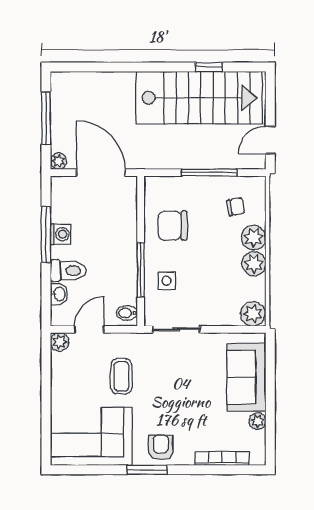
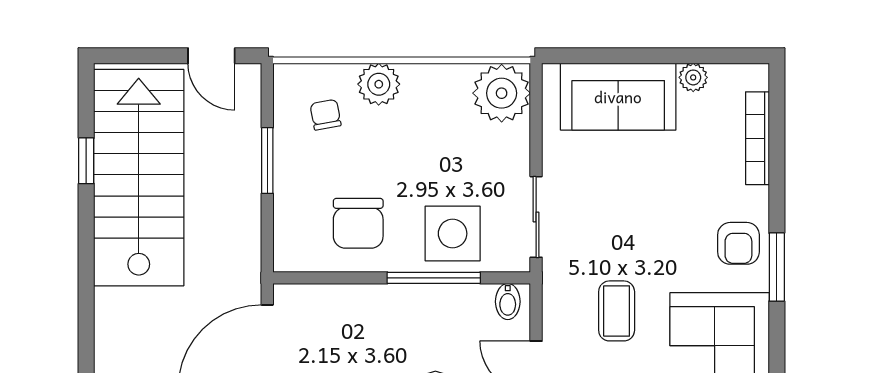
window: (209, 173) -> (267, 161), width x0.69
plant: (254, 264) -> (423, 84), removed
side table: (167, 281) -> (453, 234), width x1.87, depth x1.87
plant: (253, 314) -> (502, 93), width x1.36, depth x1.36
coffee table: (121, 376) -> (617, 311), turned 90
armchair: (161, 447) -> (738, 243), turned -90

